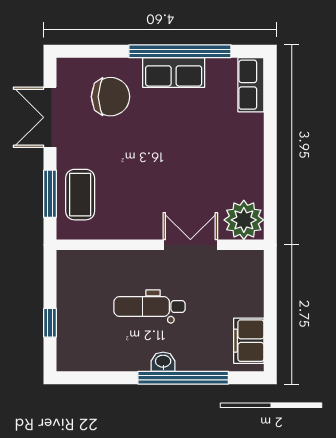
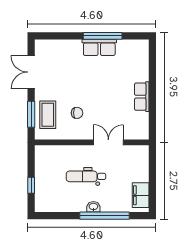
window: (180, 51) -> (103, 36), width x0.68
row of seats: (251, 85) -> (142, 97), moved
chair: (111, 97) -> (77, 113), moved, width x0.54, depth x0.54
plant: (244, 220) -> (138, 129), removed

